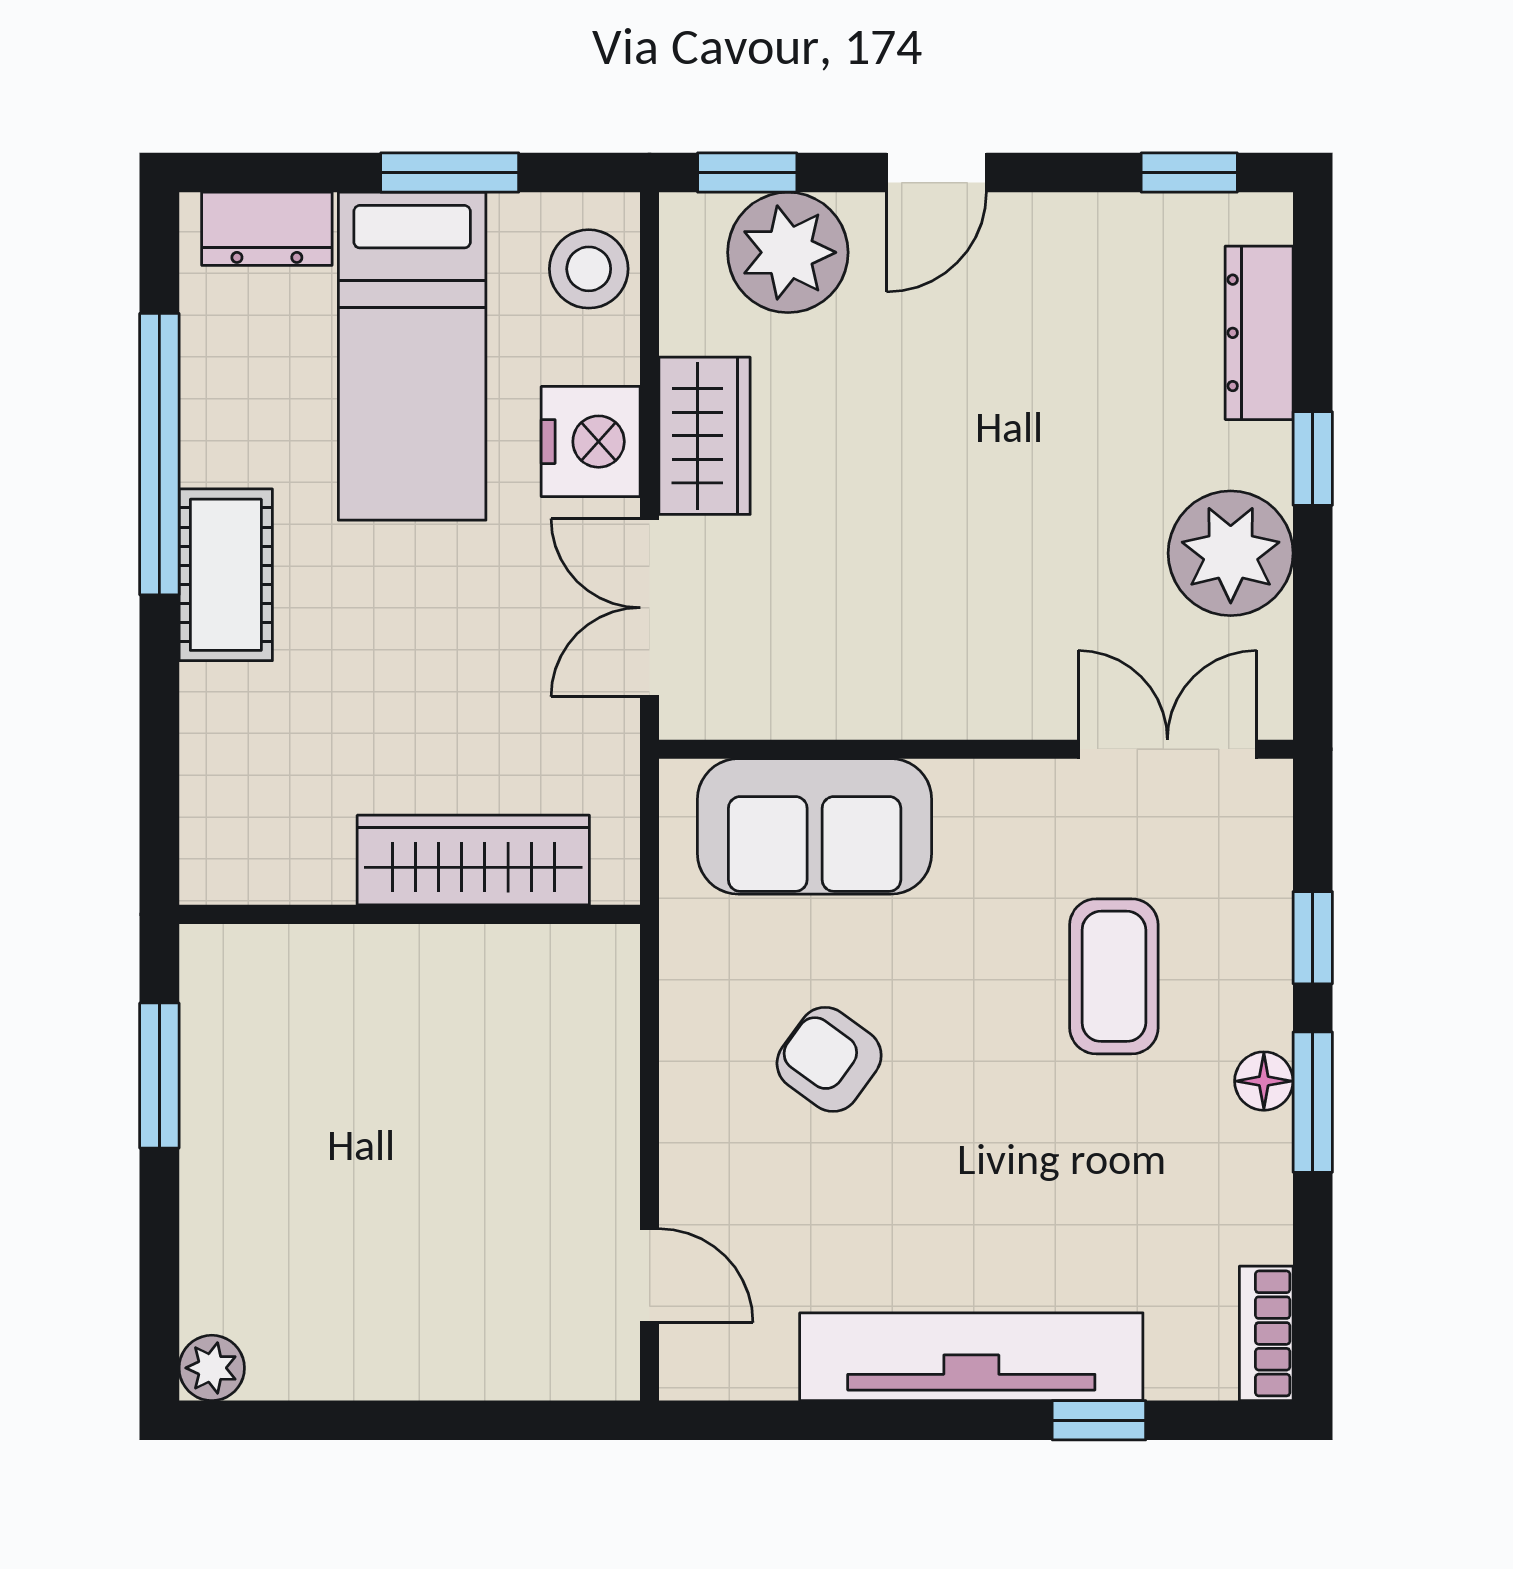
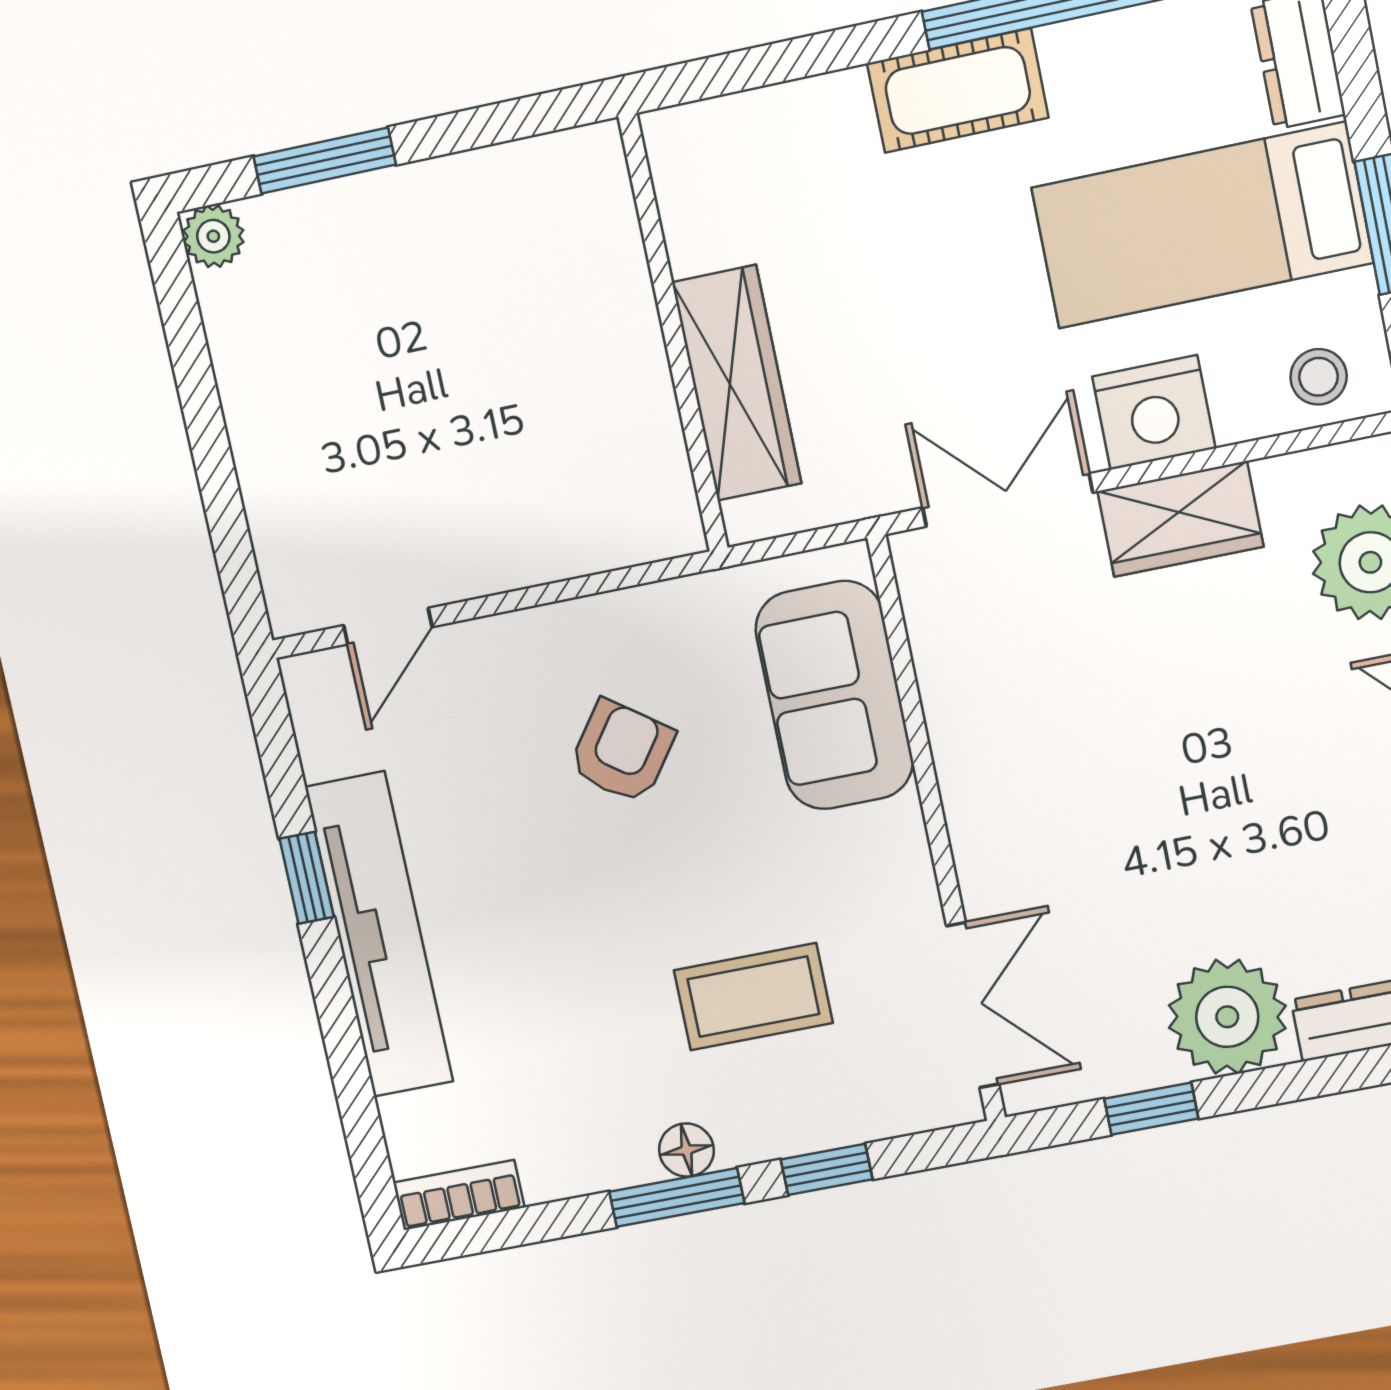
stool: (589, 269) -> (1319, 377), width x0.73, depth x0.73
window: (1313, 459) -> (1151, 1109), moved
plant: (1231, 553) -> (1227, 1017), moved
window: (159, 1076) -> (325, 160), moved
window: (1099, 1420) -> (307, 878), moved

